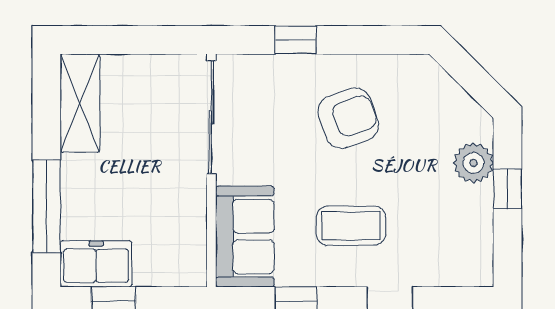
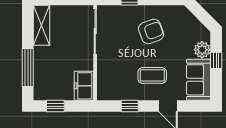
sofa: (245, 236) -> (199, 80), moved, turned 180
freezer: (96, 264) -> (84, 86), moved, turned -90

